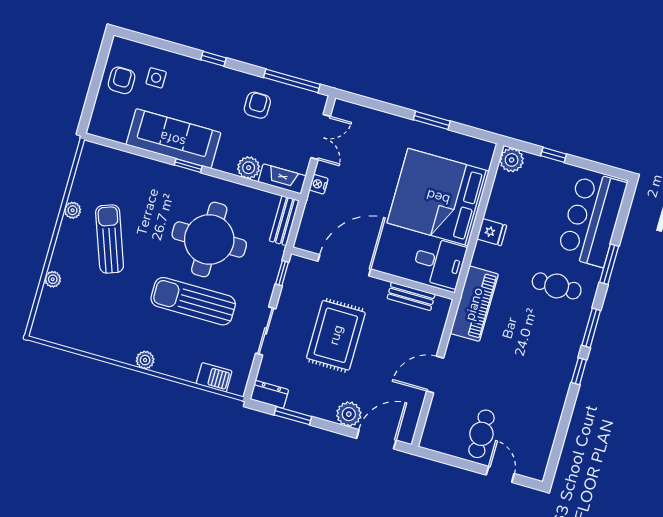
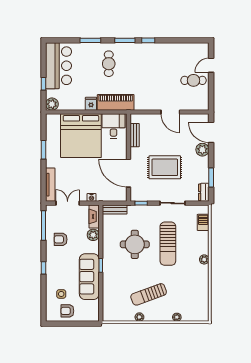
tv unit: (364, 115) -> (50, 185), added
bar counter: (592, 219) -> (59, 66), moved, turned -90
round table: (209, 240) -> (135, 244), width x0.73, depth x0.73
piano: (474, 304) -> (116, 102), moved

